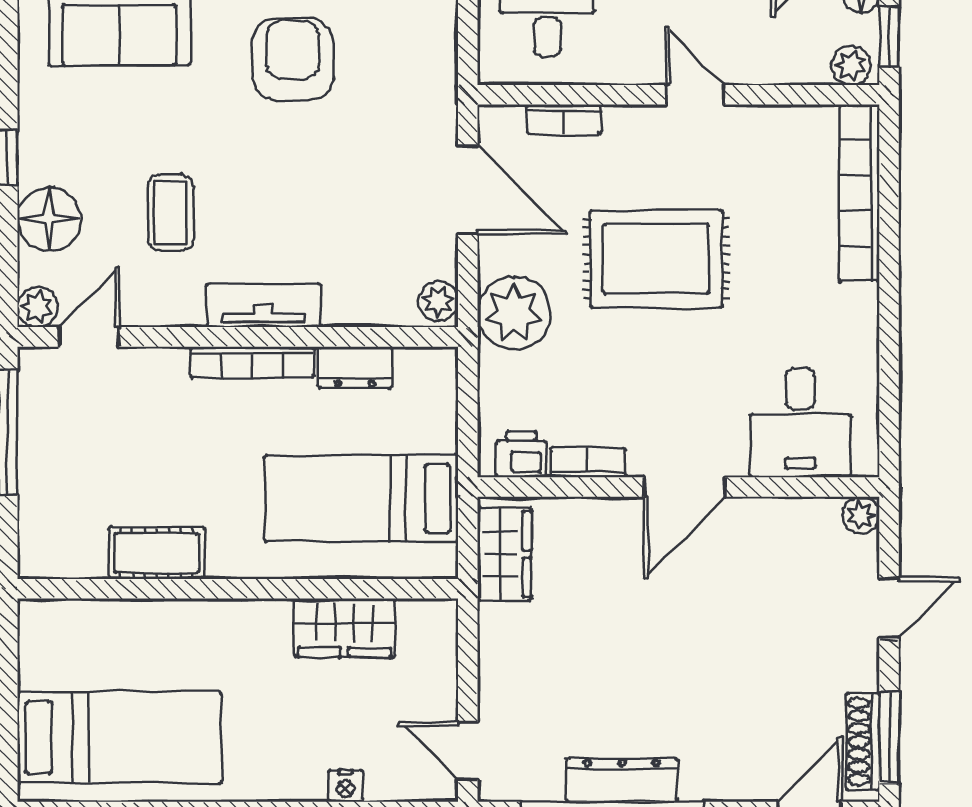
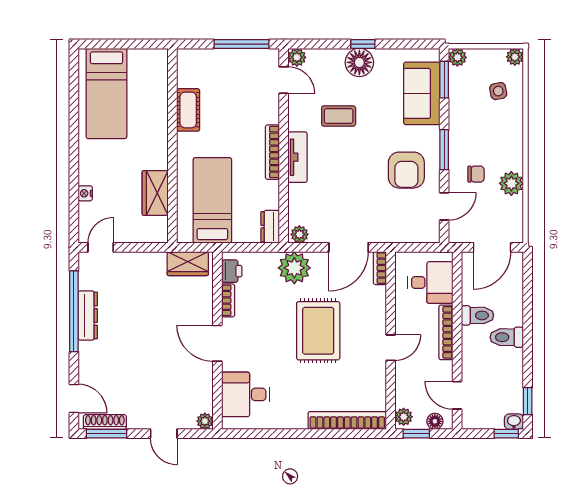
armchair: (293, 59) -> (406, 170), turned 90
bookcase: (564, 119) -> (380, 268), moved
floor lamp: (49, 219) -> (359, 62), moved
dresser: (355, 367) -> (270, 227), moved

